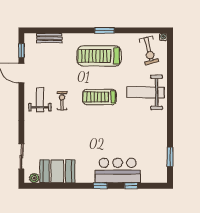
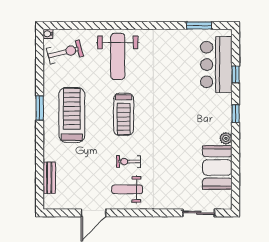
window: (21, 51) -> (65, 213), removed
treadmill: (99, 56) -> (72, 115), turned 180
bar counter: (118, 171) -> (216, 65), moved
plant: (34, 178) -> (226, 138), moved

